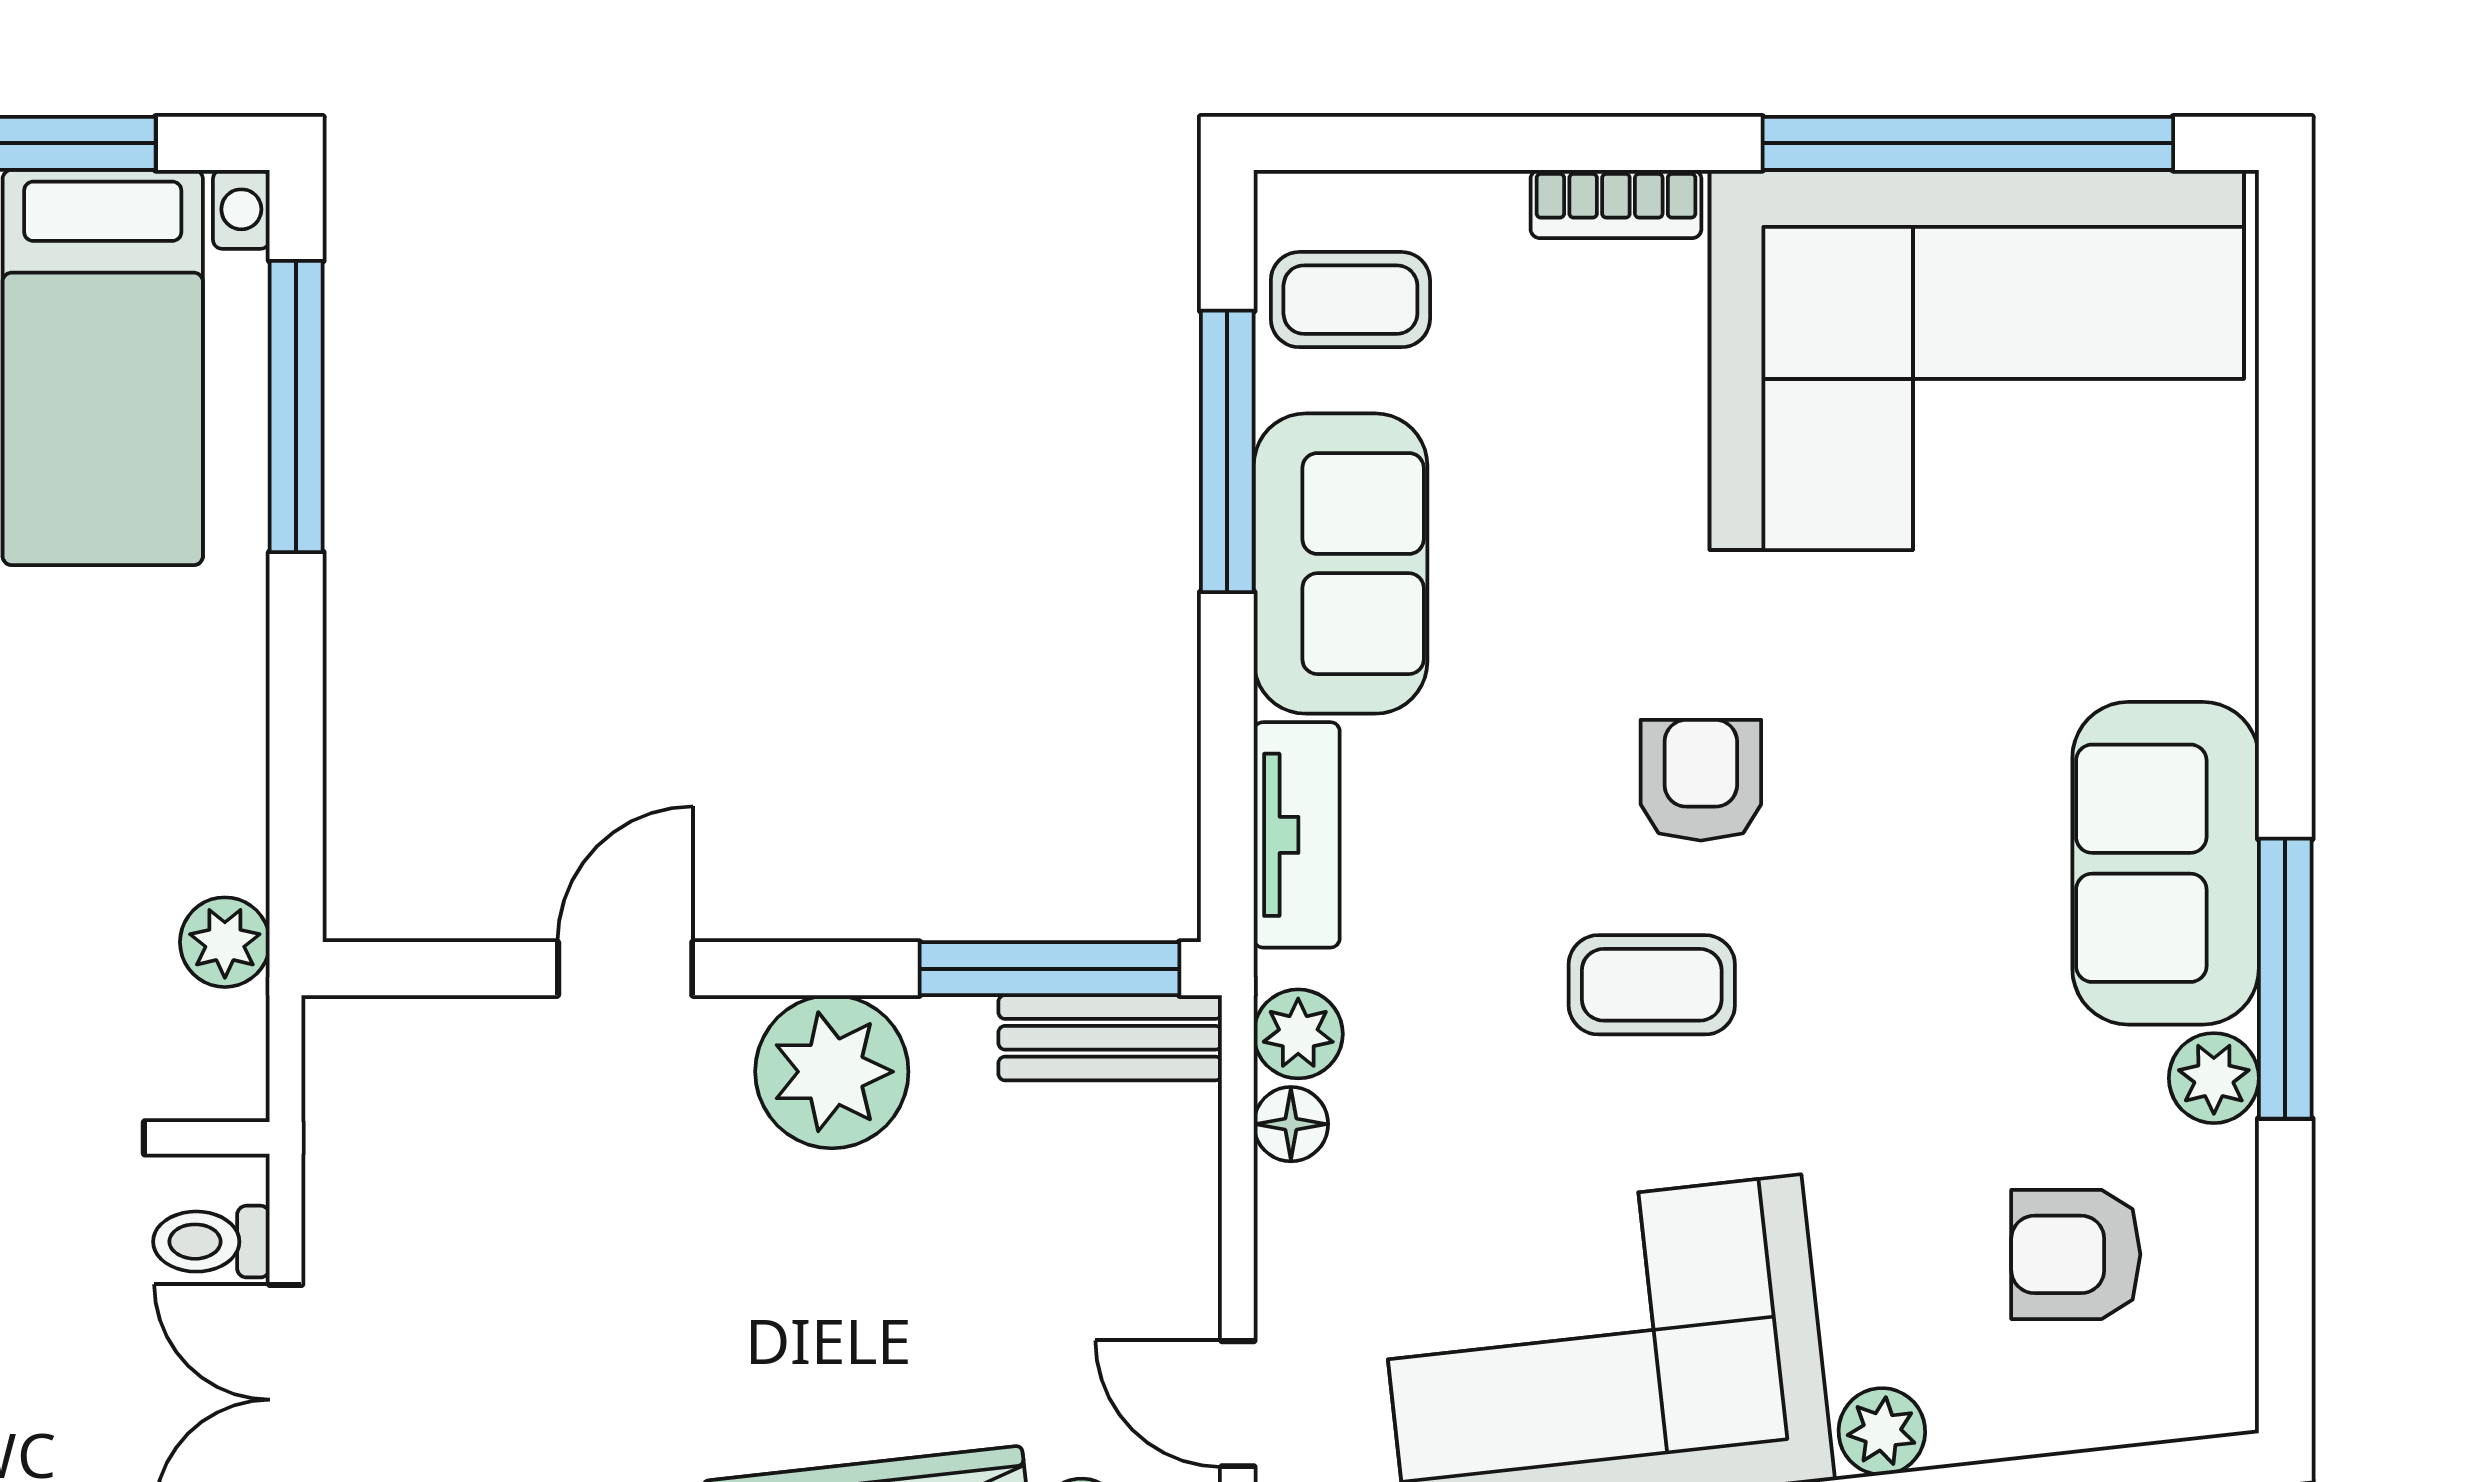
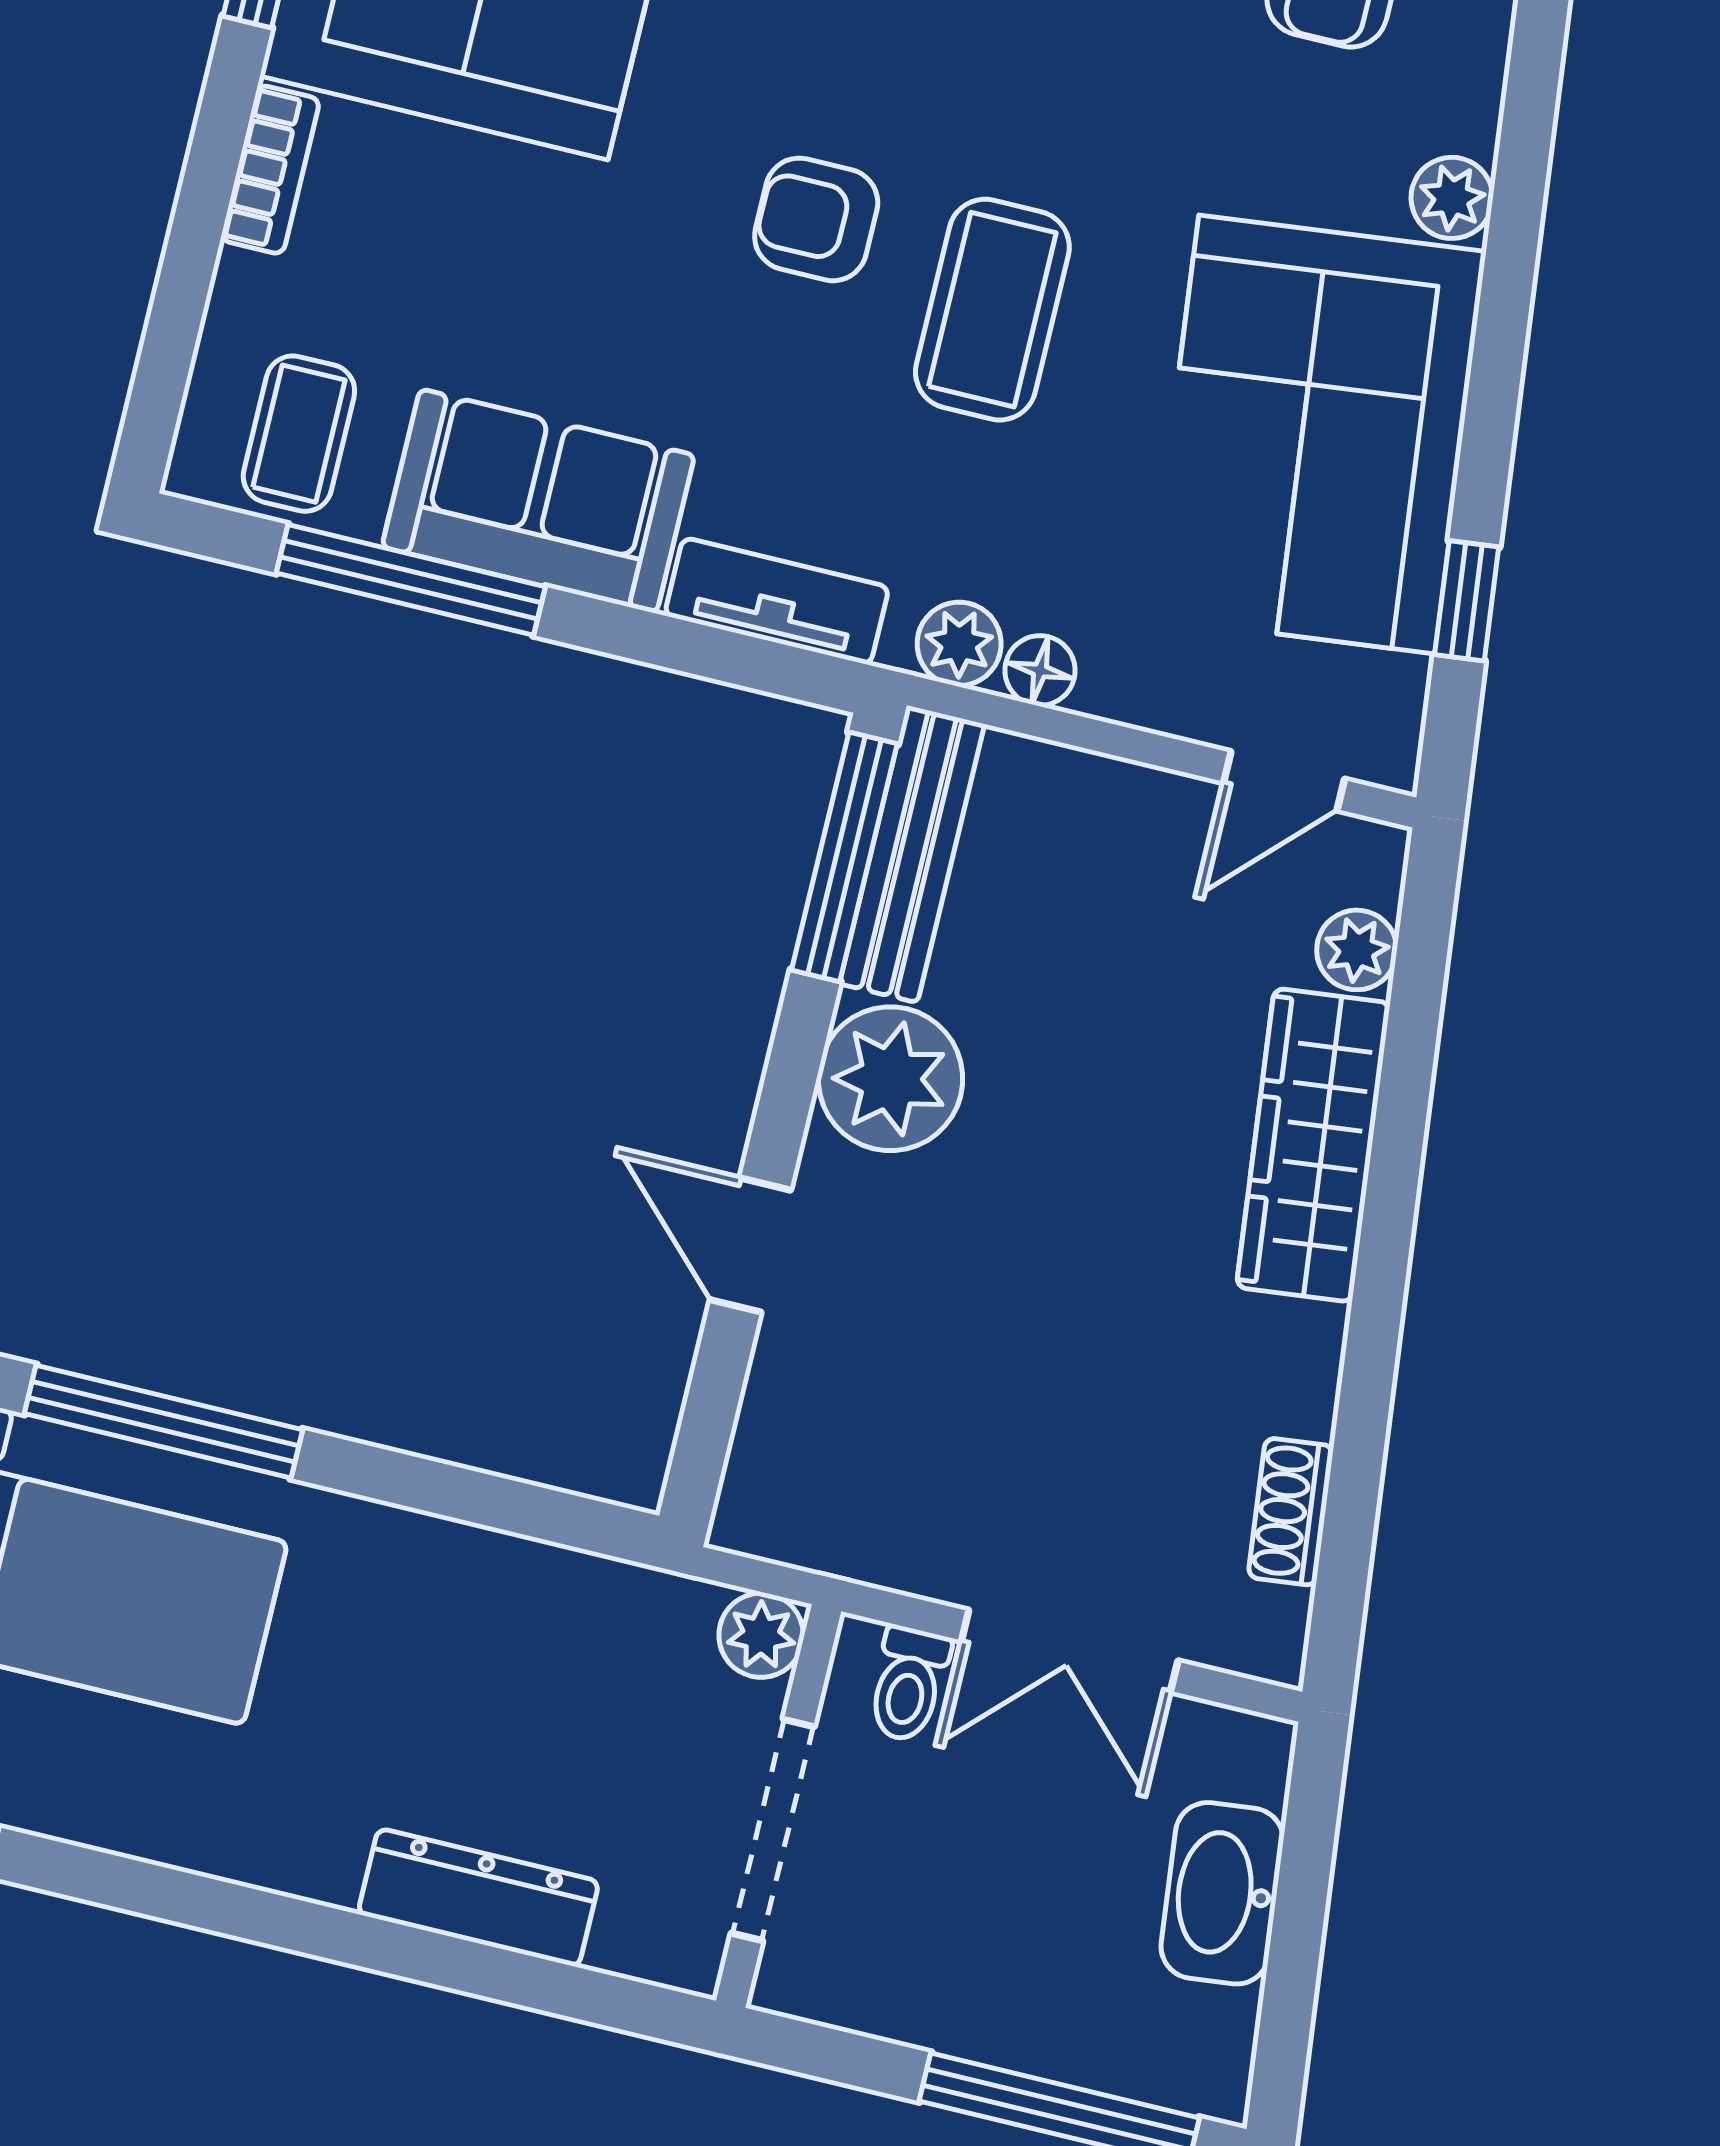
plant: (225, 942) -> (761, 1635), moved
coffee table: (1652, 985) -> (992, 310), width x1.36, depth x1.30
bench: (1110, 1038) -> (912, 854), width x1.36

